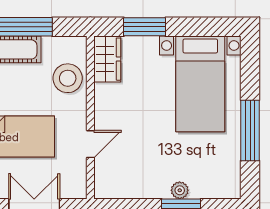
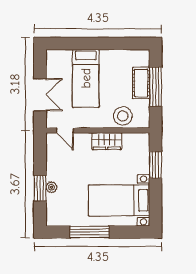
wardrobe: (107, 59) -> (107, 141), moved
door: (90, 144) -> (65, 130), moved

